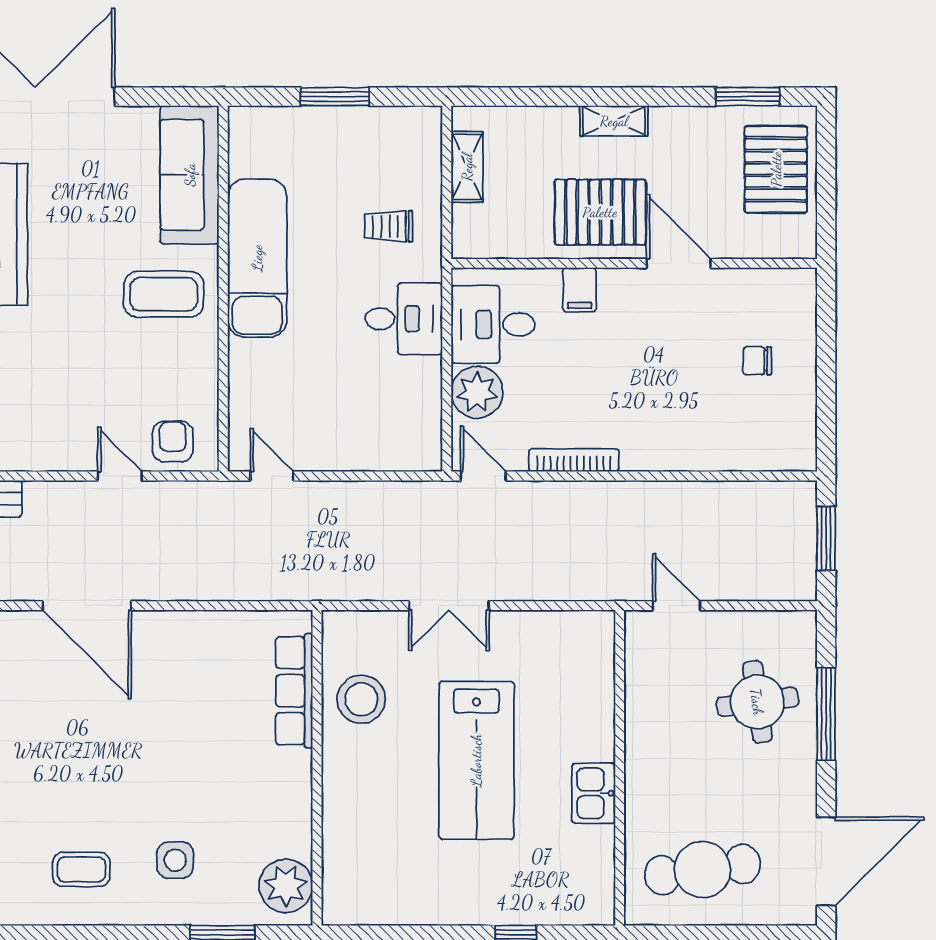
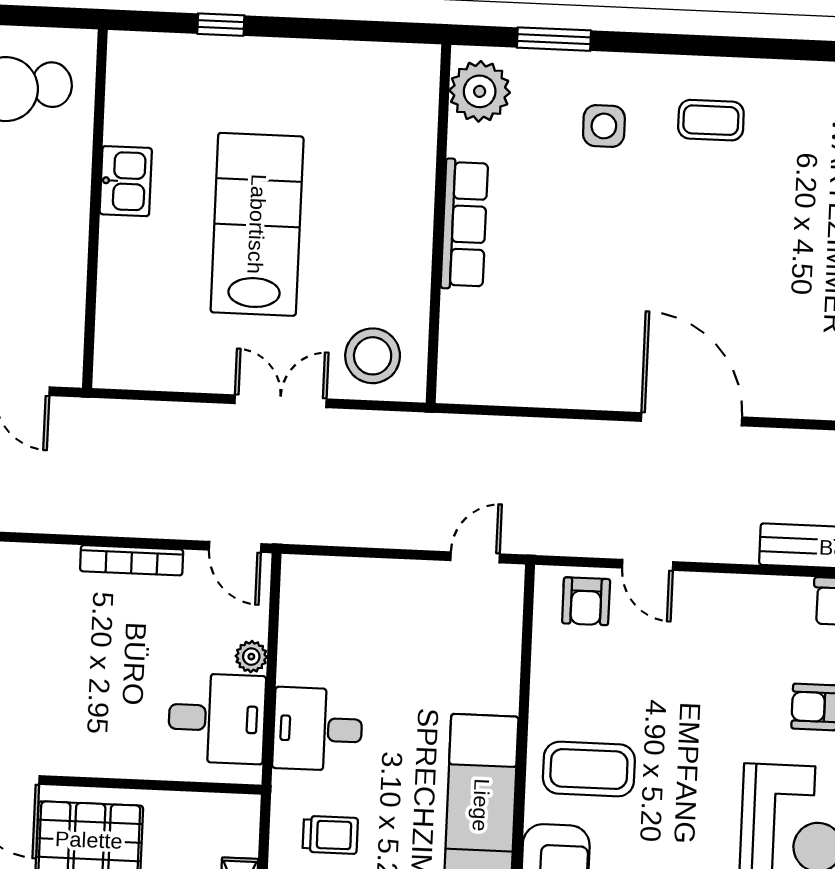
filing cabinet: (580, 290) -> (117, 753), removed
plant: (477, 392) -> (251, 657), width x0.53, depth x0.53
door: (272, 476) -> (475, 557), swing flipped
row of seats: (294, 691) -> (464, 224), moved
stool: (361, 699) -> (373, 356), moved

